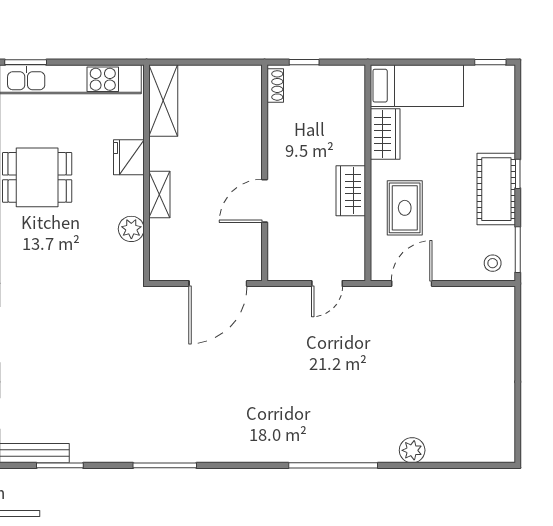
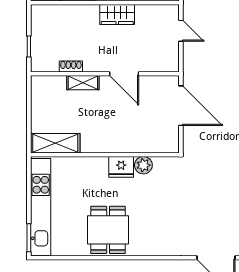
shoe rack: (275, 85) -> (71, 66), moved
fridge: (129, 157) -> (121, 167), moved
shelving: (159, 194) -> (83, 83), moved

